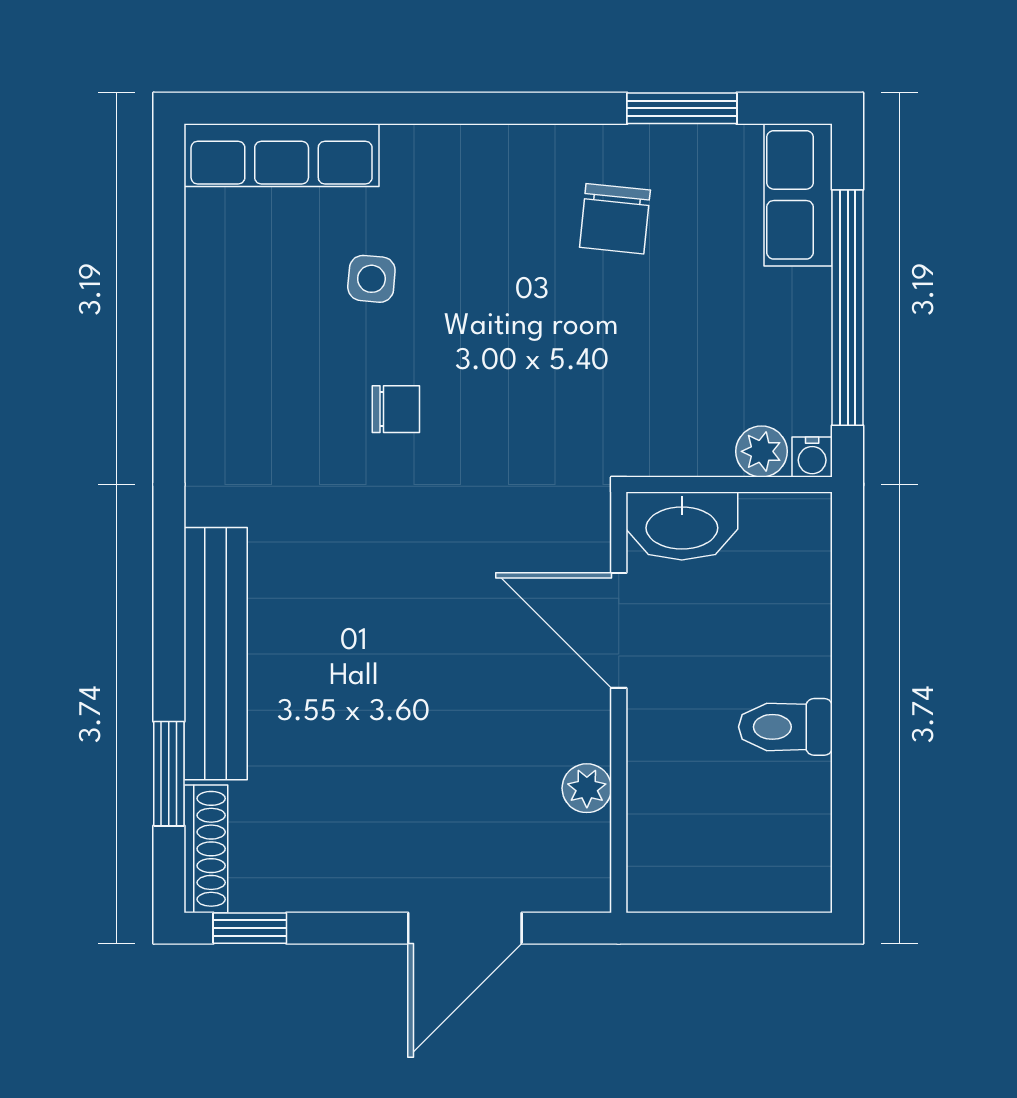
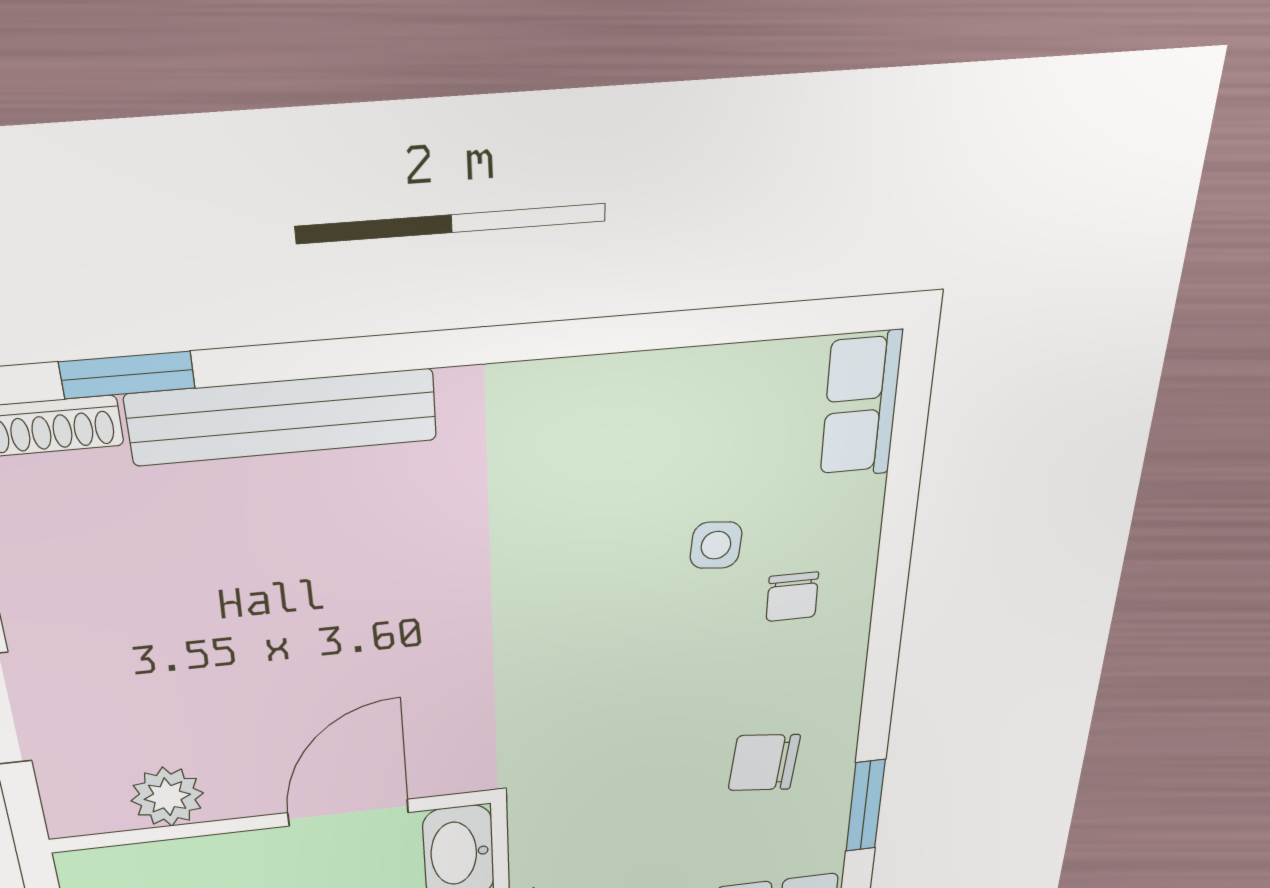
row of seats: (282, 155) -> (861, 405), width x0.68
chair: (396, 409) -> (792, 597), moved
plant: (587, 788) -> (167, 797), width x1.38, depth x1.38

